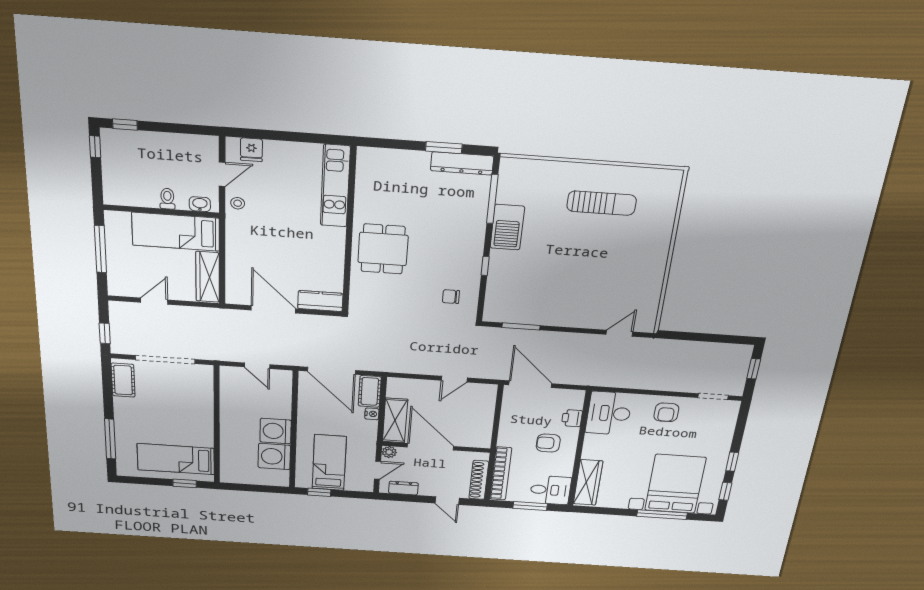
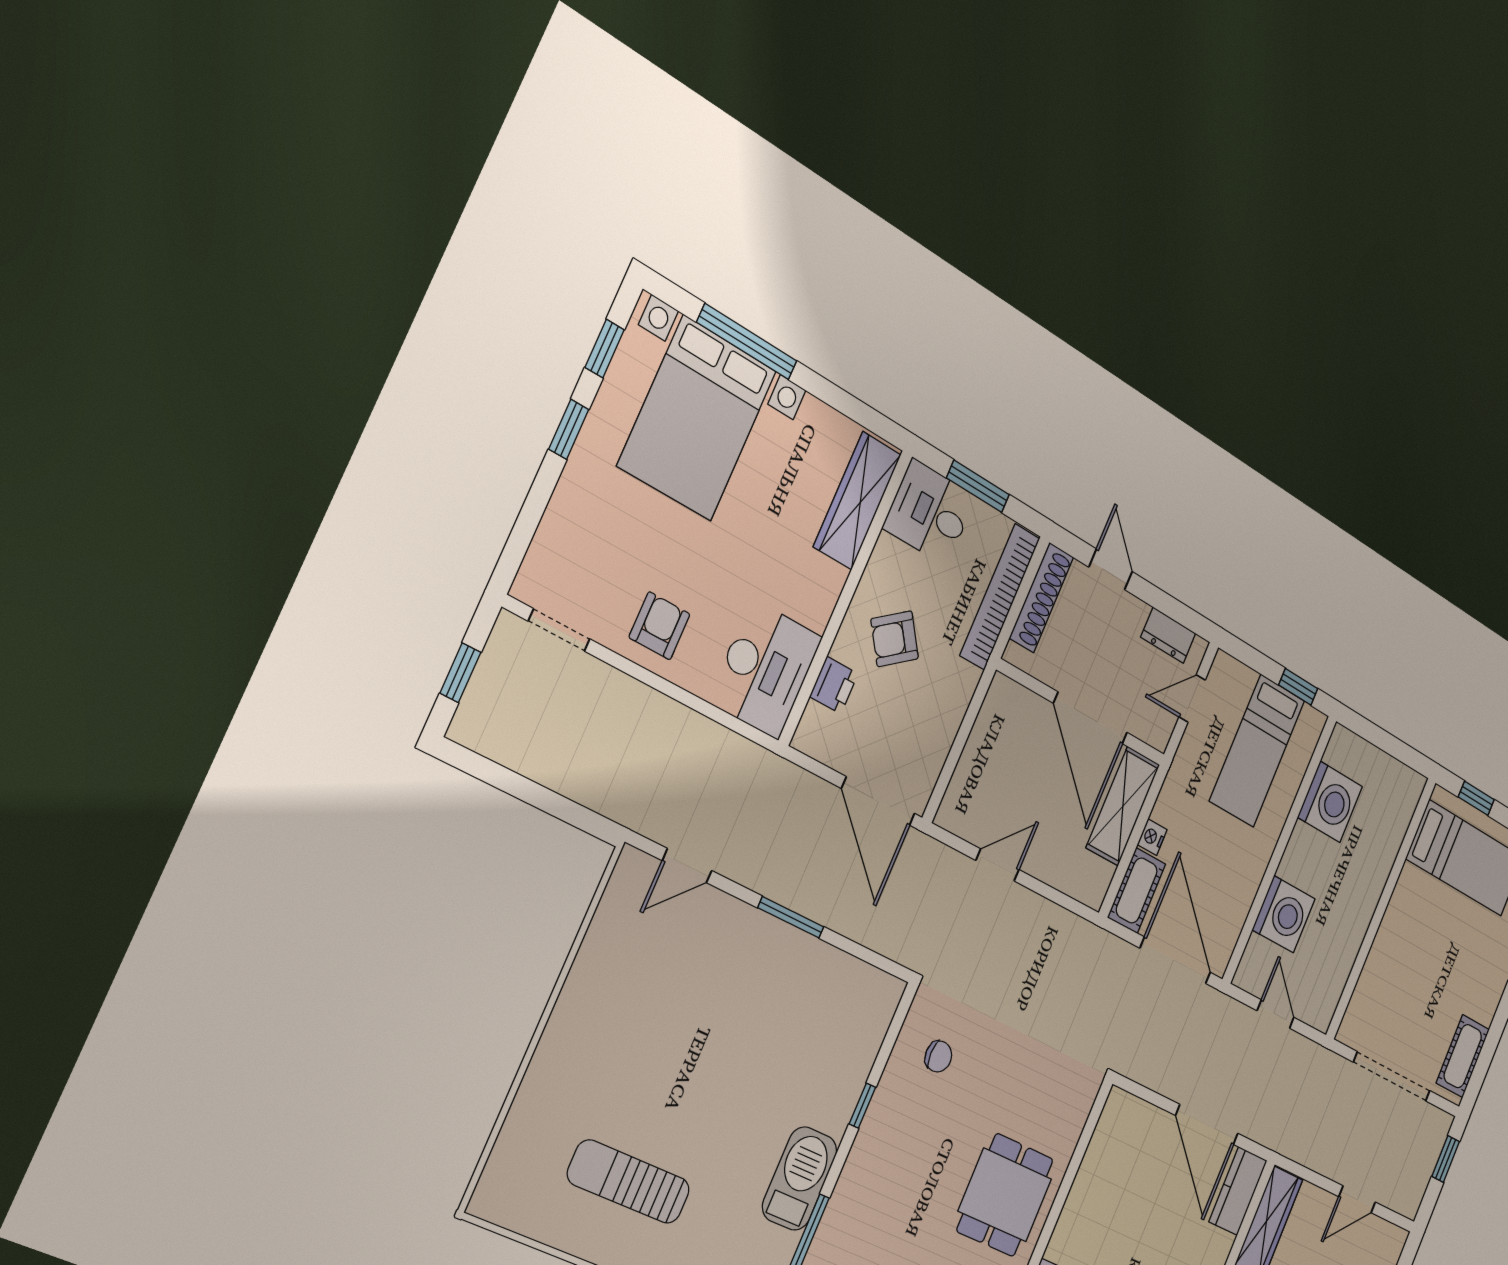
kitchen counter: (320, 301) -> (1238, 1191), moved, turned 90
window: (521, 326) -> (791, 917), moved
washing machine: (276, 431) -> (1284, 914), moved
armchair: (548, 443) -> (895, 639), turned 144
plant: (389, 452) -> (1159, 735), removed

